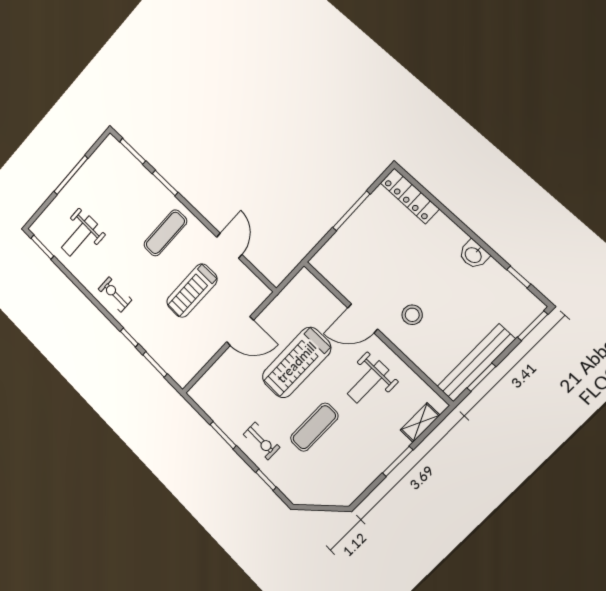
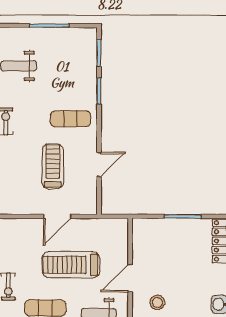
treadmill: (192, 291) -> (53, 166), turned 90
door: (363, 319) -> (130, 278), hinge flipped
door: (240, 331) -> (57, 216), hinge flipped

